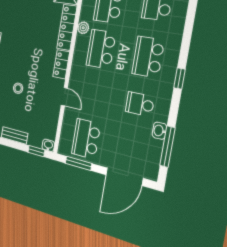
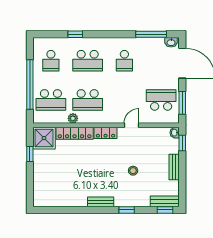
window: (180, 78) -> (75, 34), moved
washbasin: (159, 131) -> (171, 42), moved
school desk: (86, 139) -> (161, 100), turned 180

